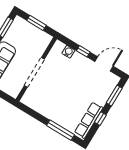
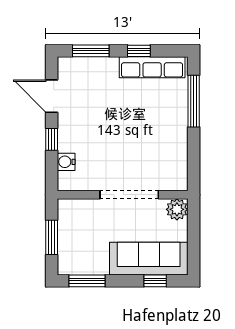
plant: (14, 91) -> (177, 209), added

